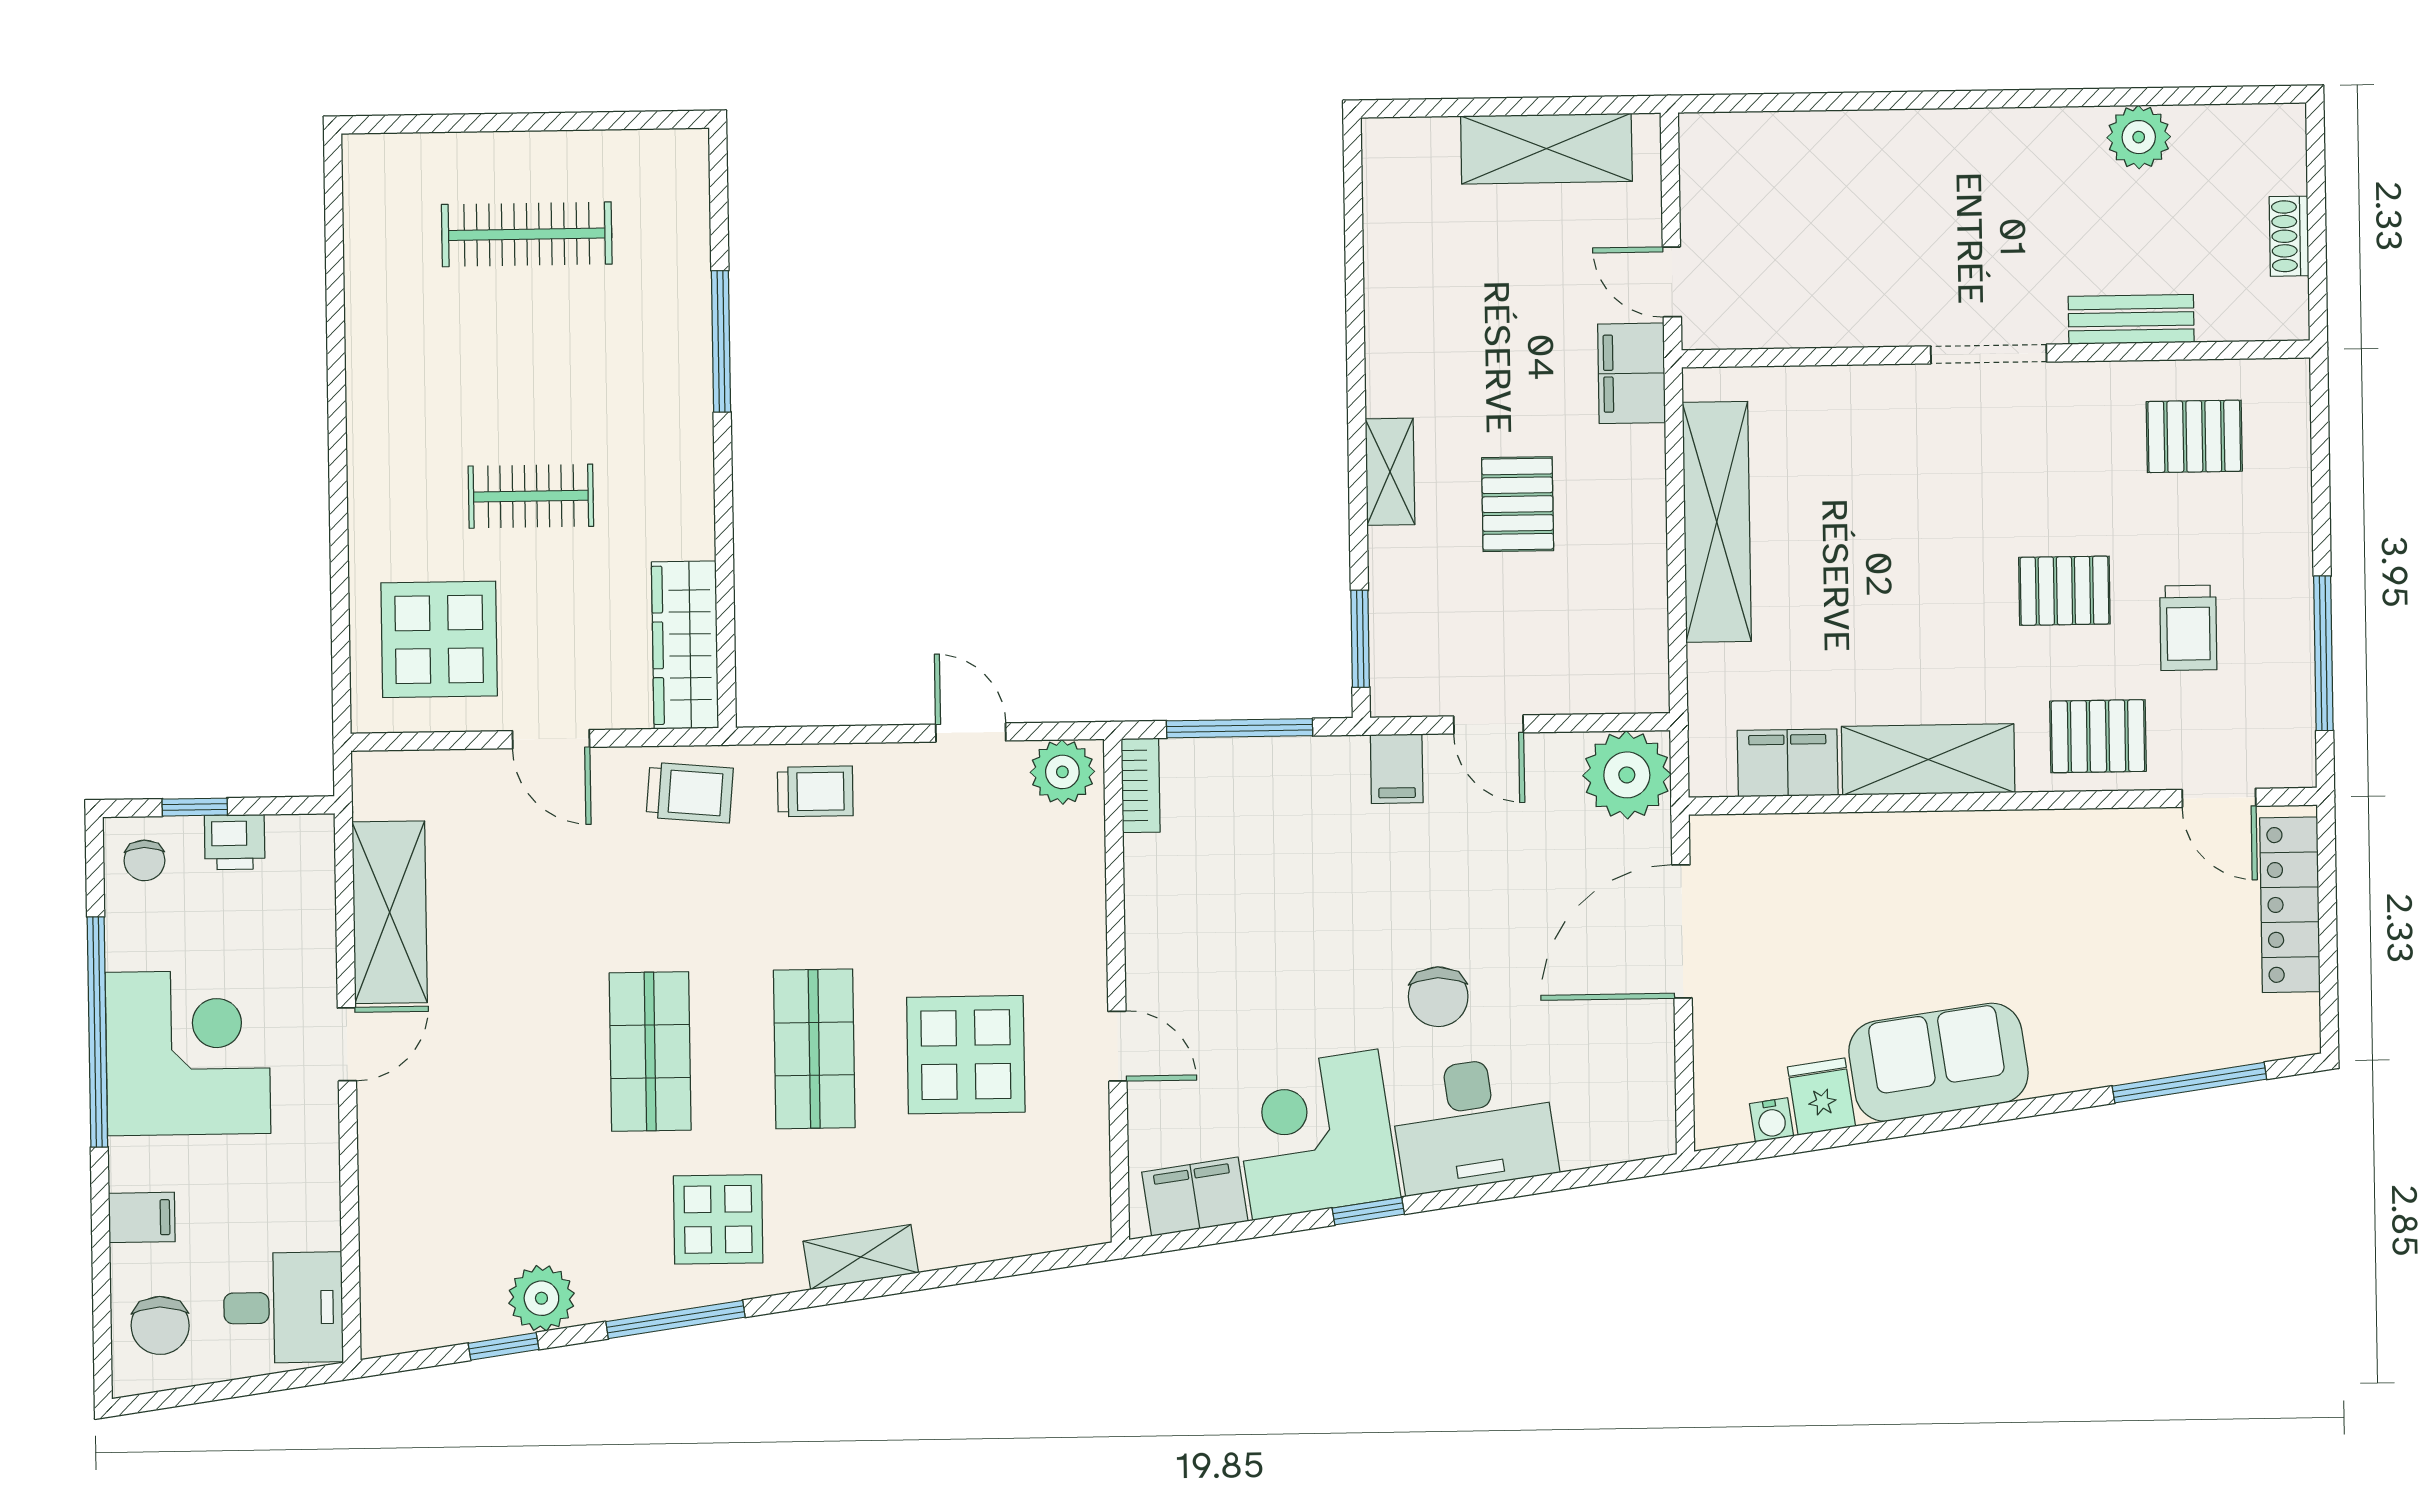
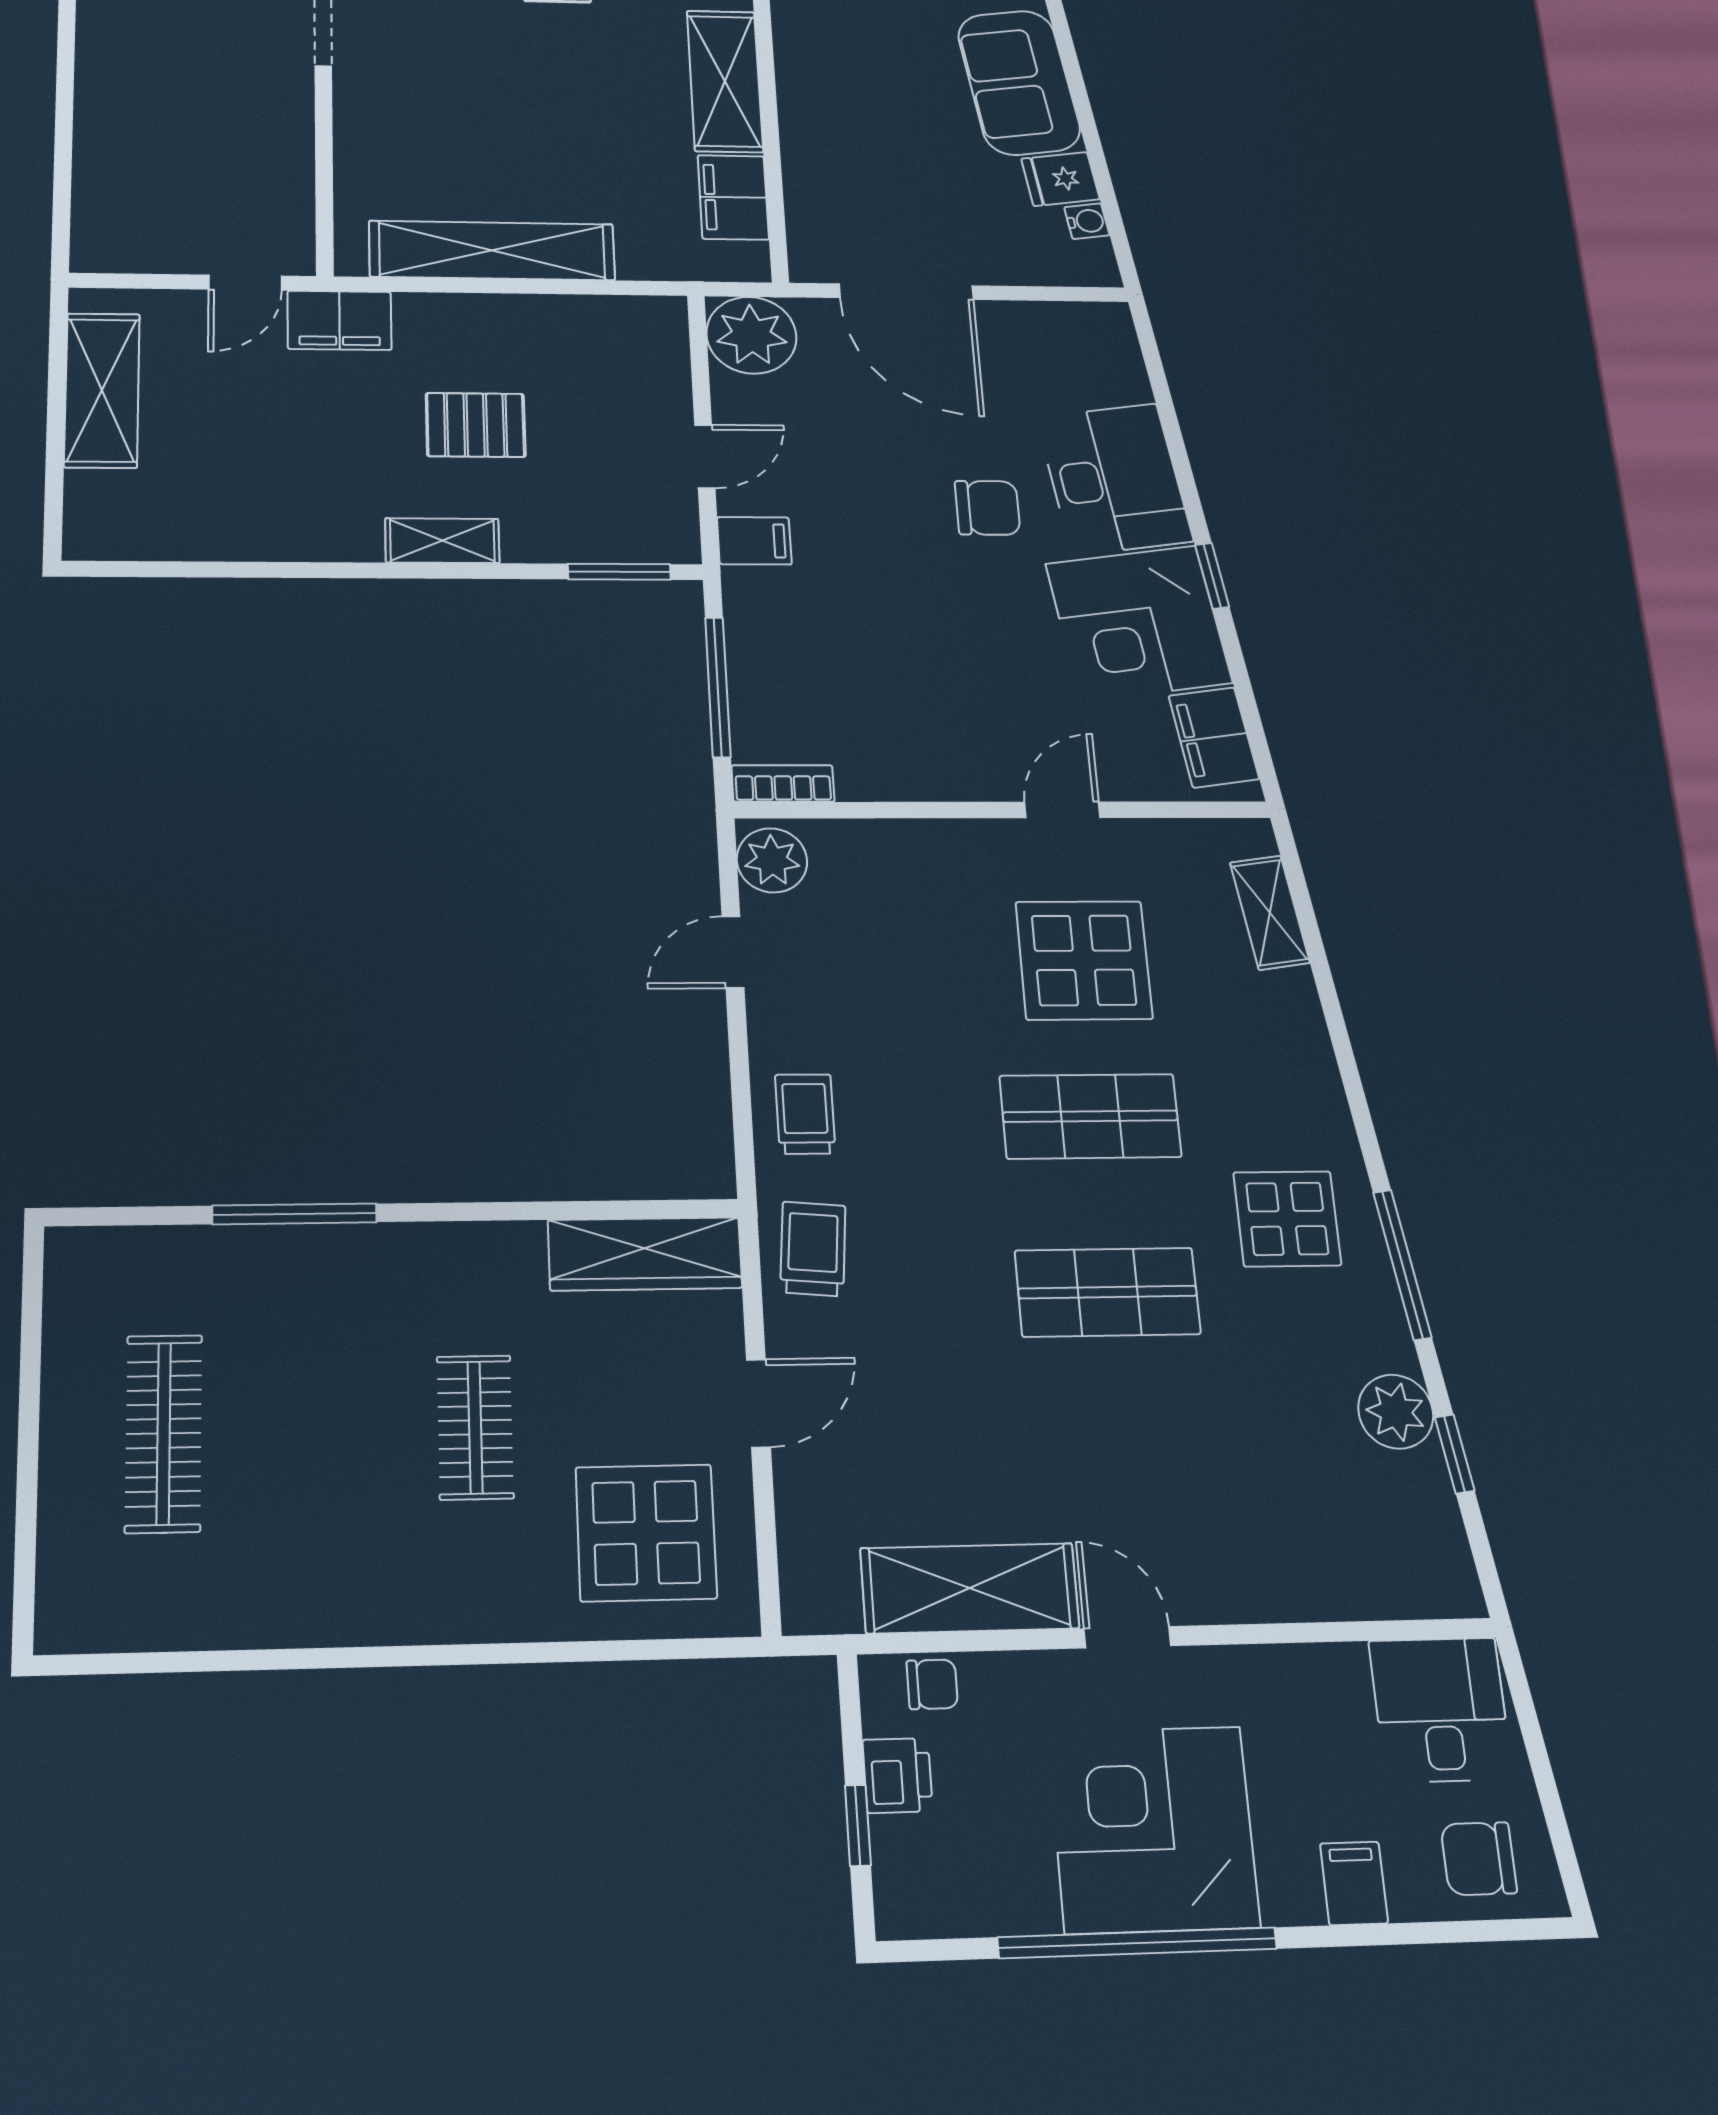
chair: (144, 860) -> (932, 1684), moved
shelving: (861, 1257) -> (1270, 913), moved
chair: (160, 1325) -> (1479, 1859), turned 180

